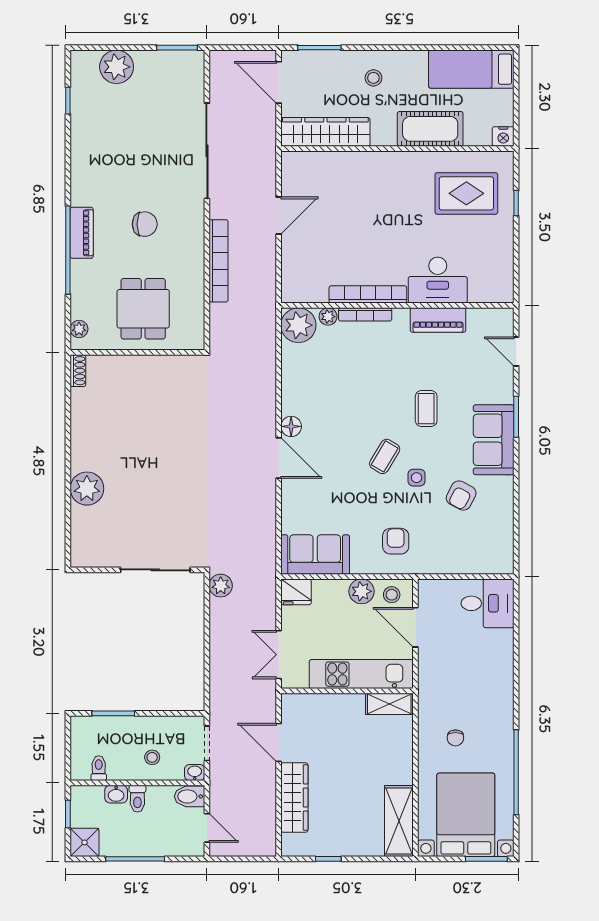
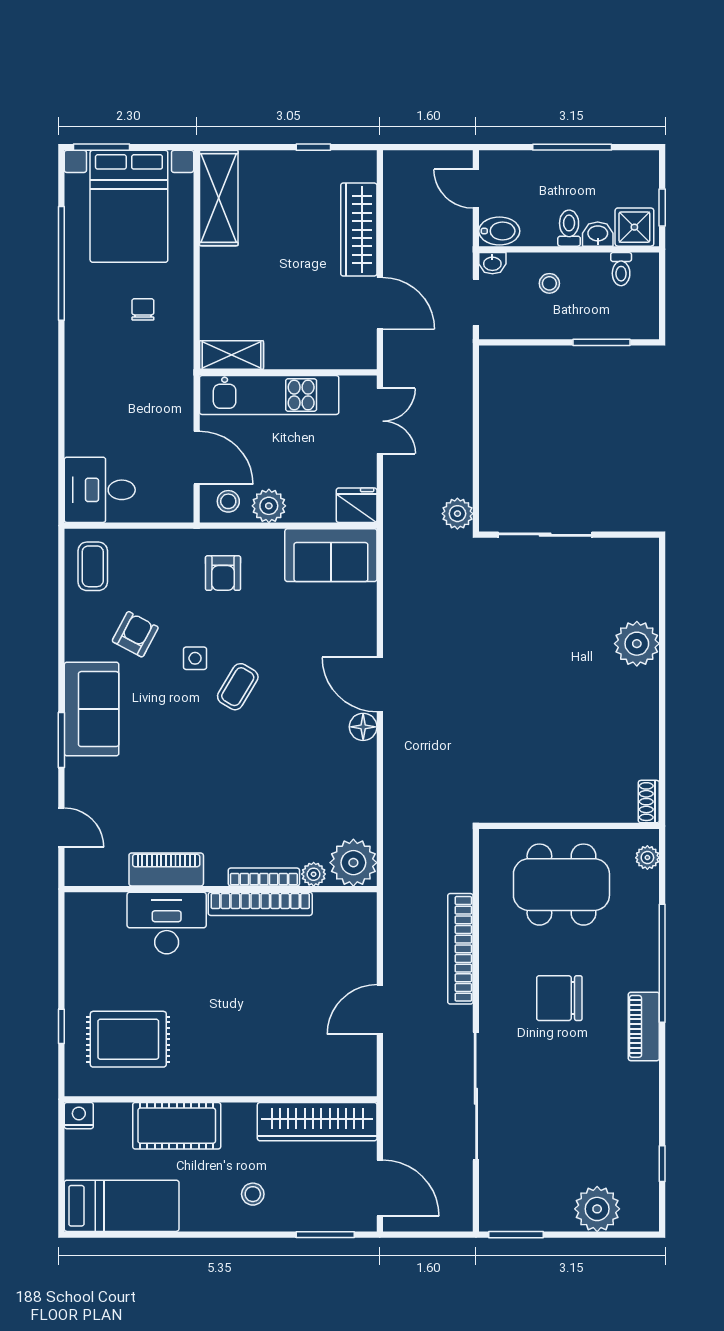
chair: (145, 224) -> (559, 998), width x1.37, depth x1.37
piano: (82, 233) -> (644, 1026), moved
dining table: (143, 309) -> (561, 885), width x1.37
coffee table: (426, 409) -> (93, 566), moved
shower: (85, 842) -> (634, 227), moved

